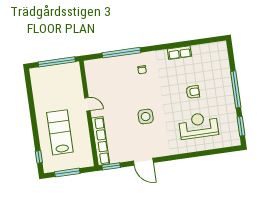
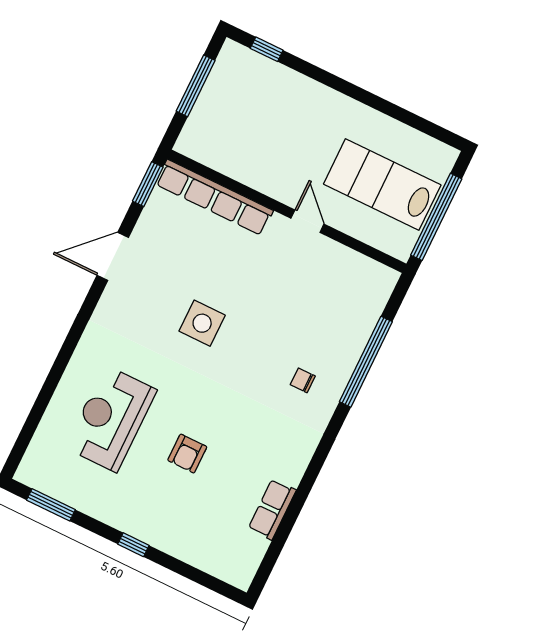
row of seats: (179, 53) -> (272, 509), moved
window: (236, 89) -> (133, 545), width x0.32
door: (87, 104) -> (307, 221), swing flipped
reception desk: (198, 125) -> (111, 419), turned 180
lab bench: (60, 132) -> (382, 184), moved, turned 180

